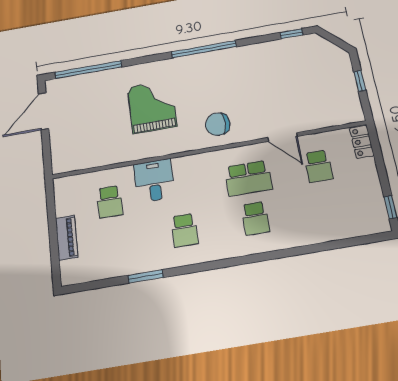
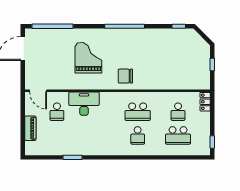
door: (282, 137) -> (38, 91), moved
desk: (154, 181) -> (84, 104), width x1.37
school desk: (184, 230) -> (178, 135), moved, width x1.85

